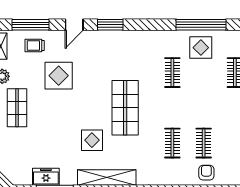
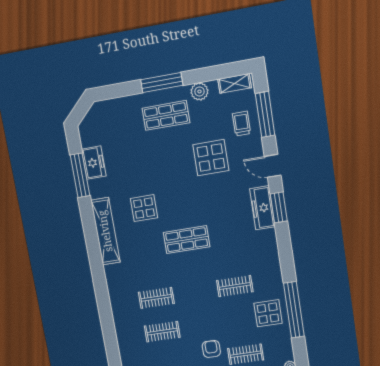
freezer: (108, 39) -> (262, 208), added
shop shelf: (125, 108) -> (187, 240), width x0.70, depth x0.74
armchair: (206, 173) -> (211, 349), moved, turned -90

